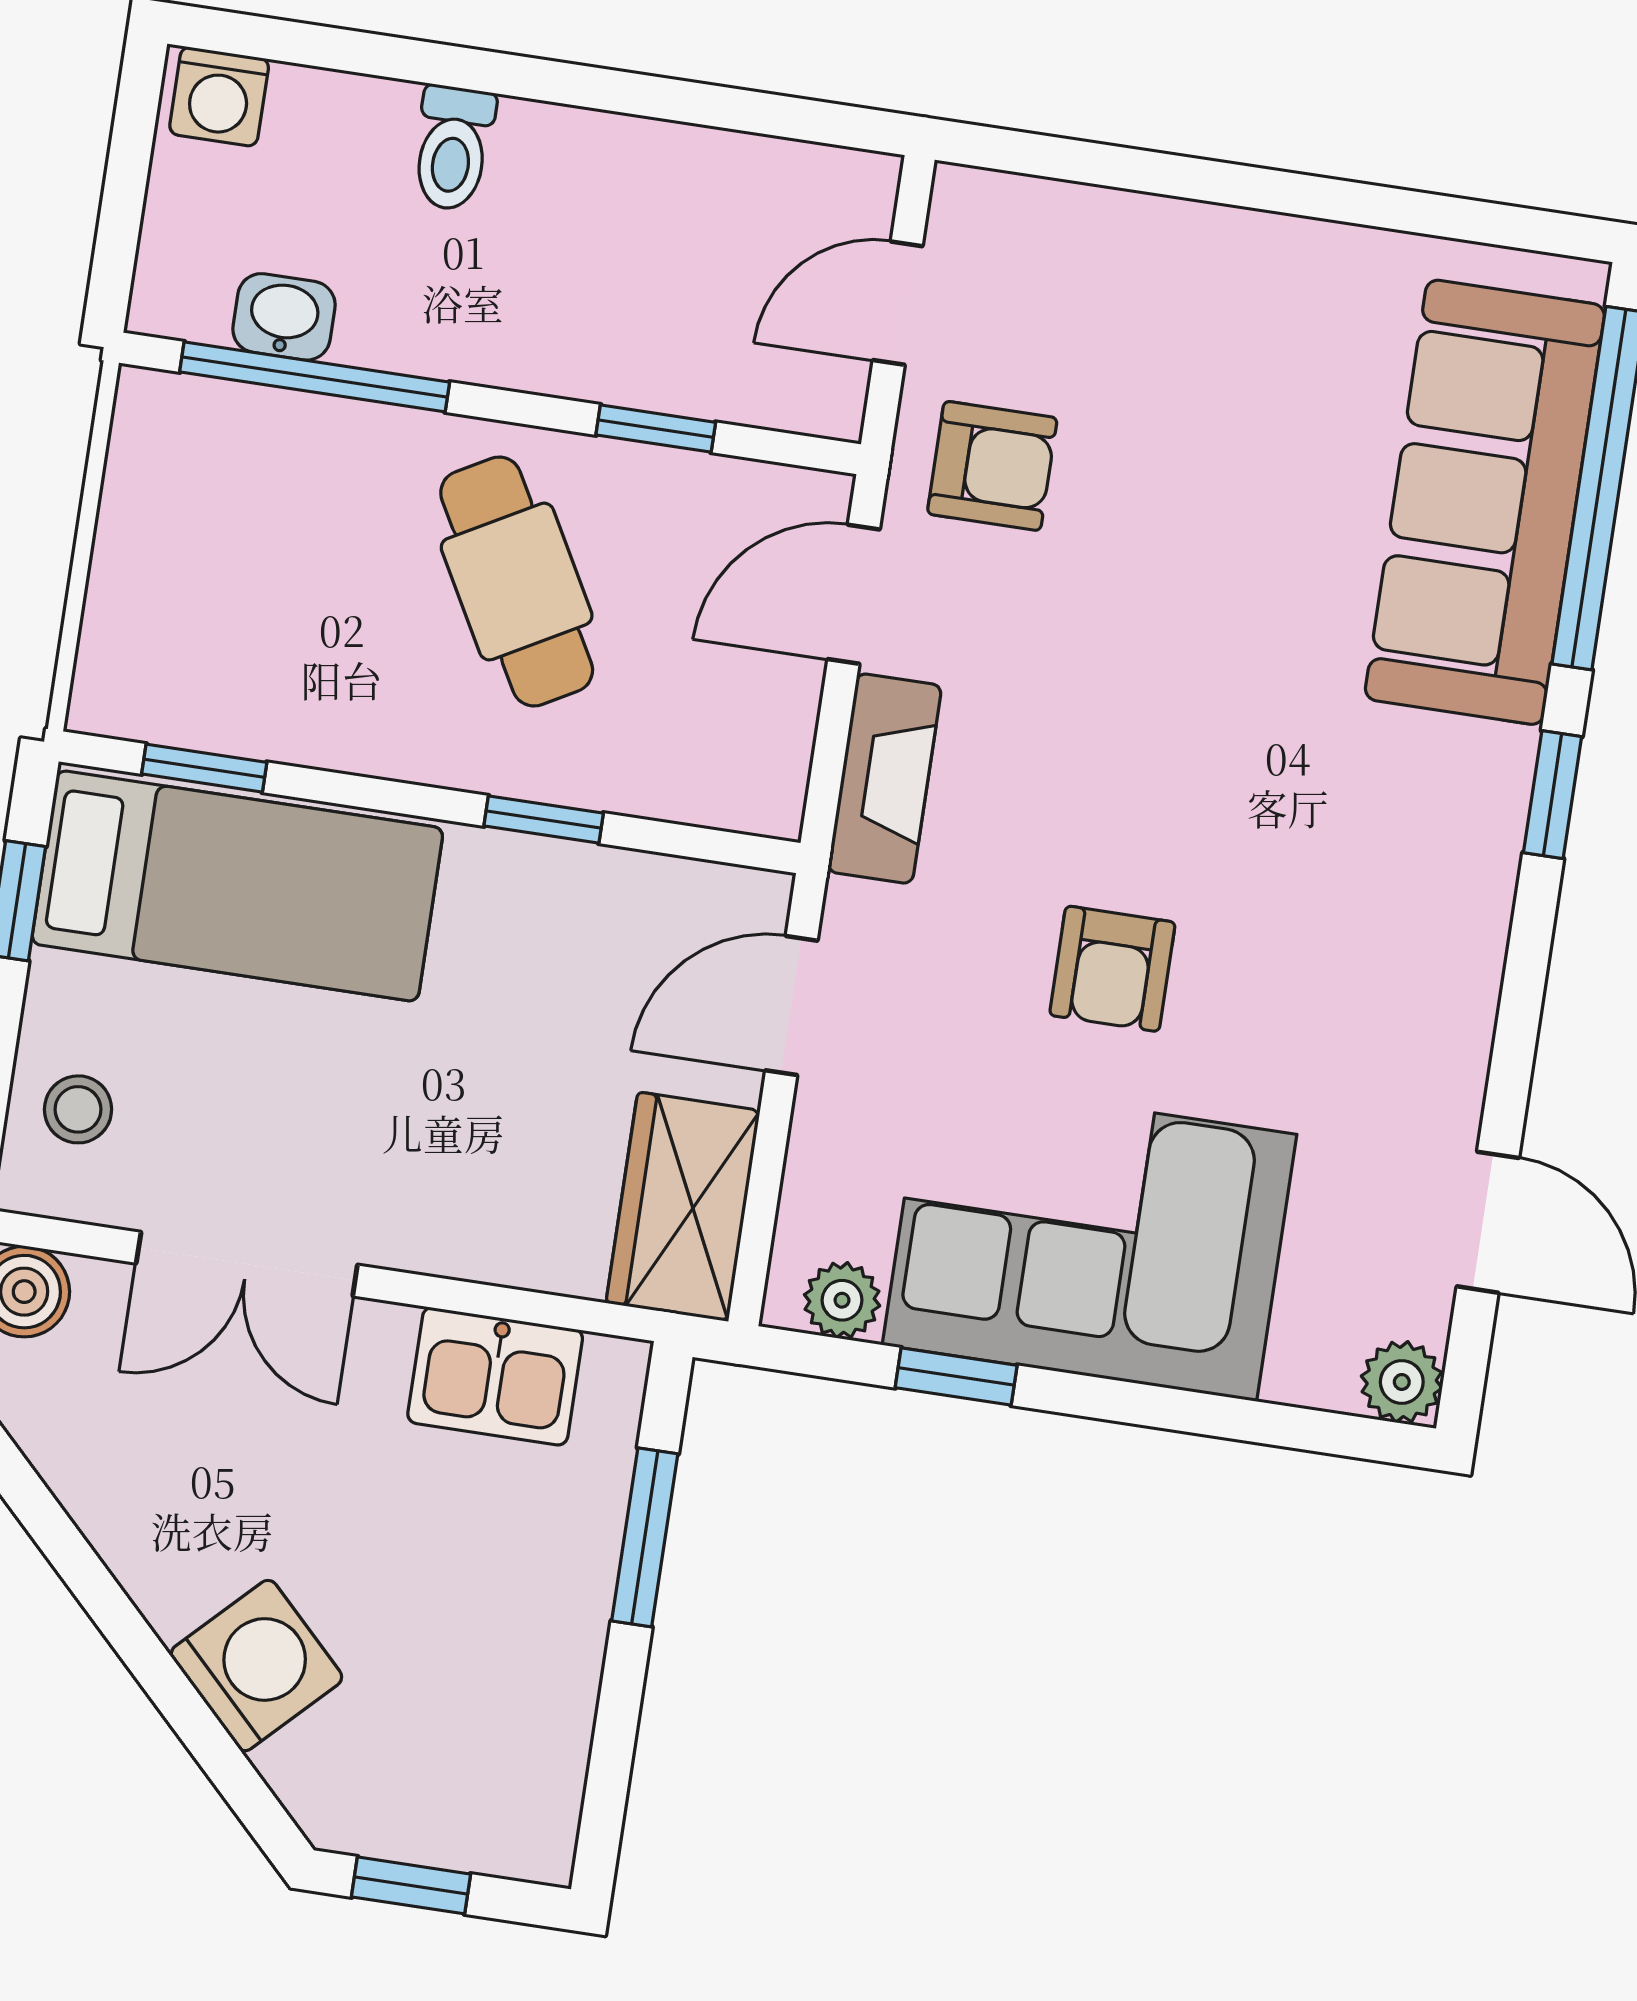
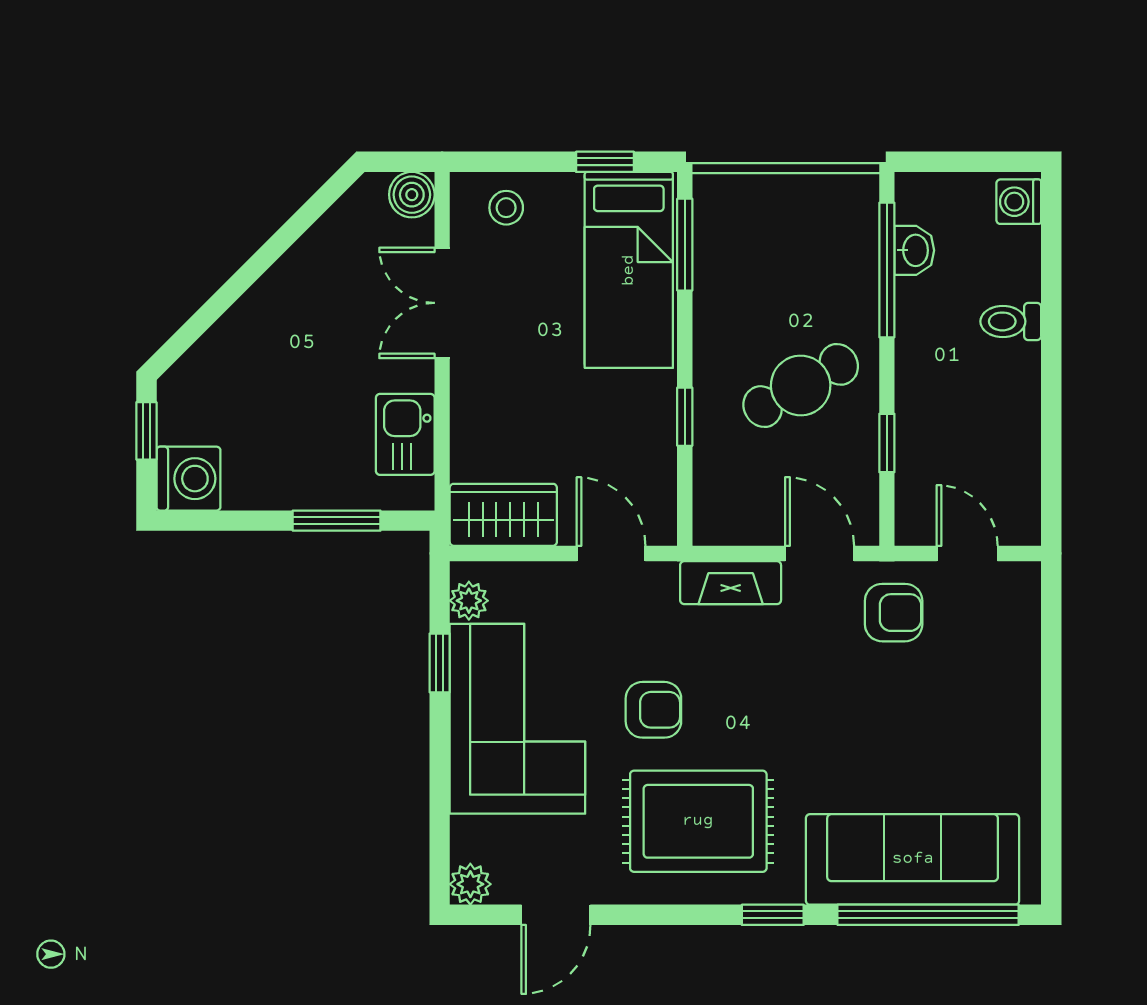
armchair: (992, 466) -> (894, 613), turned -90
window: (204, 768) -> (685, 245), width x1.50
rug: (1346, 913) -> (698, 821), added
armchair: (1112, 969) -> (653, 710), turned 180
washing machine: (256, 1666) -> (189, 479), moved, turned -45

